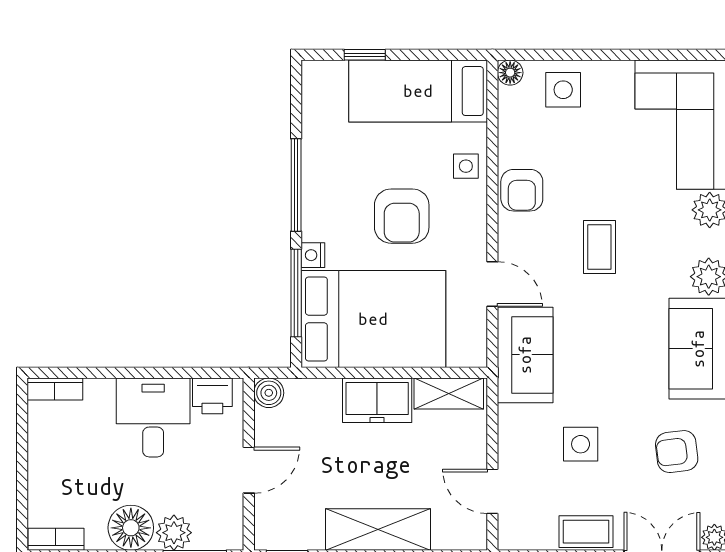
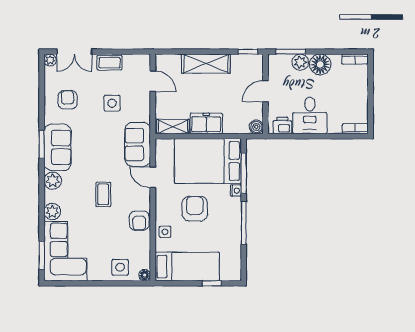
armchair: (522, 190) -> (139, 221), turned 180
armchair: (677, 452) -> (68, 100), turned -83

